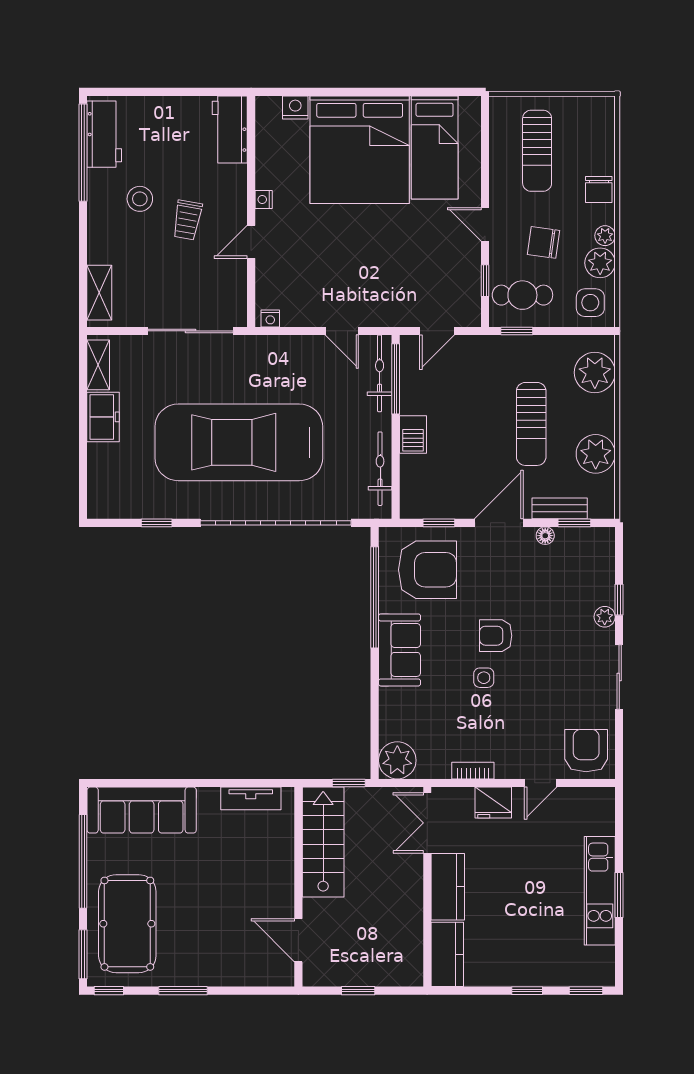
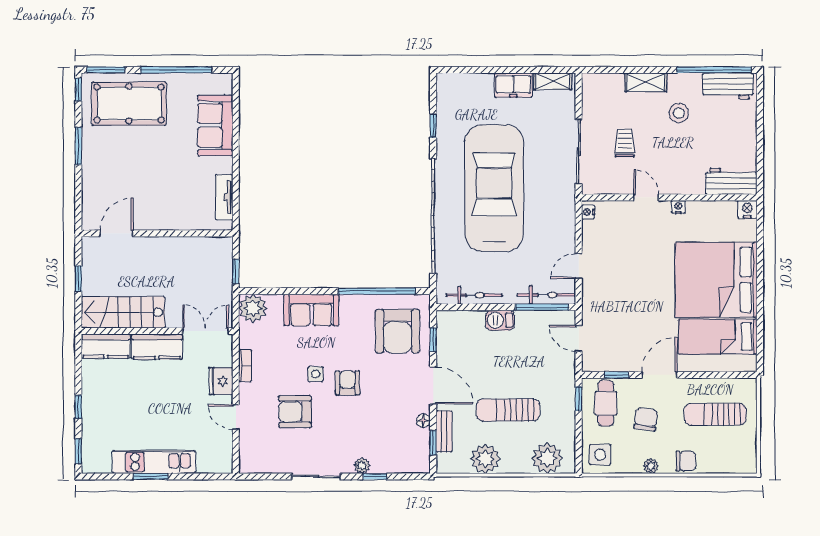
nightstand: (295, 107) -> (747, 209), moved, turned -90
chair: (599, 190) -> (686, 461), turned 180
trolley: (187, 220) -> (625, 143), moved, turned 80
door: (485, 224) -> (659, 375), width x1.38
plant: (600, 263) -> (630, 462), removed
shelving: (99, 293) -> (646, 82), moved
sofa: (399, 650) -> (311, 310), moved
armchair: (586, 751) -> (295, 412), moved, turned 180
sofa: (142, 810) -> (215, 125), width x0.73
stairs: (323, 842) -> (123, 312), moved, turned 180

